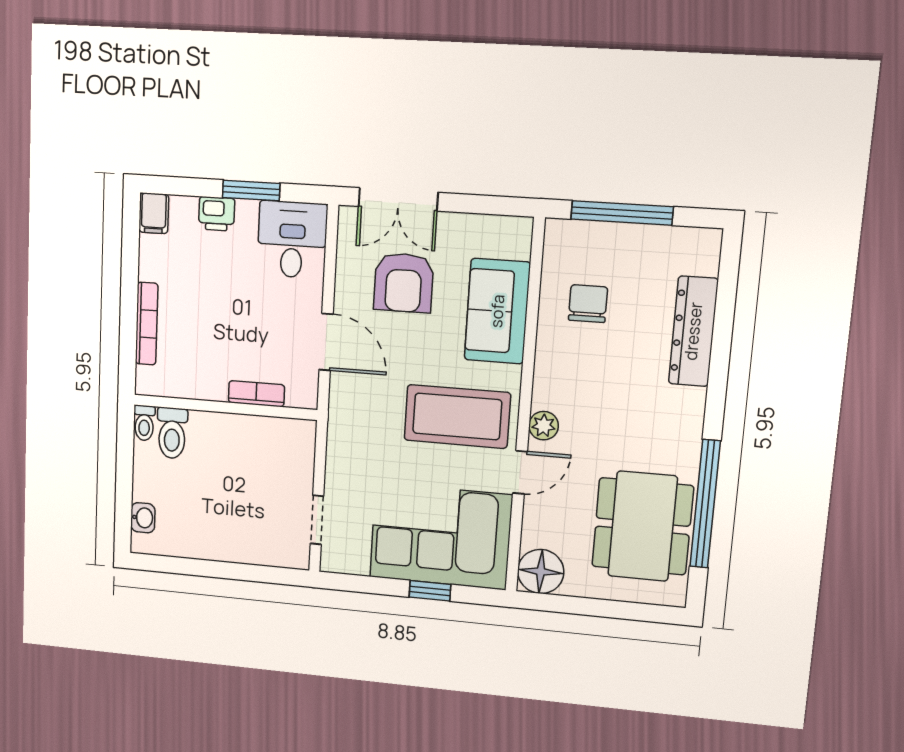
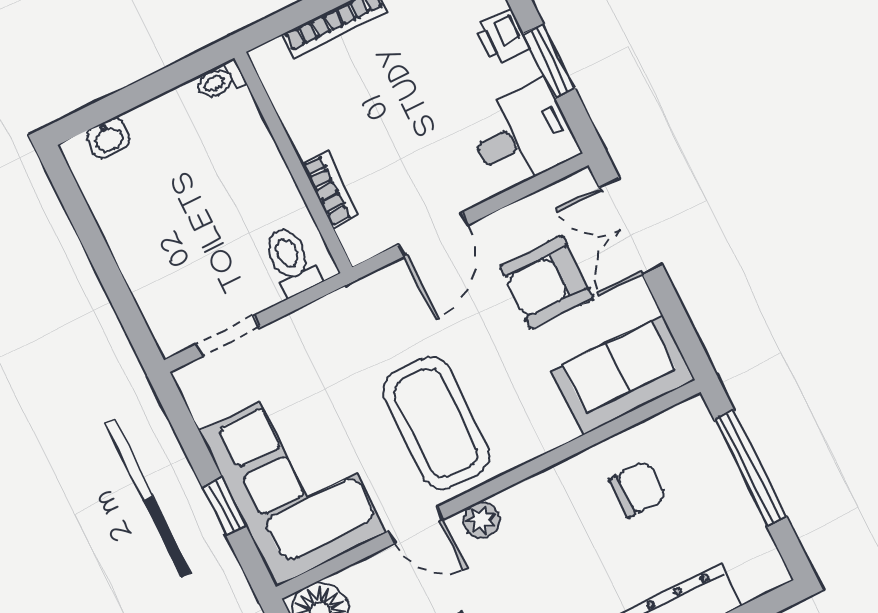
sofa: (497, 311) -> (623, 375), moved
toilet: (172, 433) -> (291, 261), moved, turned 90

